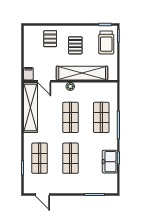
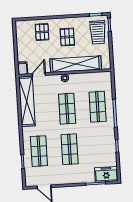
door: (44, 81) -> (39, 74), swing flipped
freezer: (110, 162) -> (106, 174), moved, turned 90

